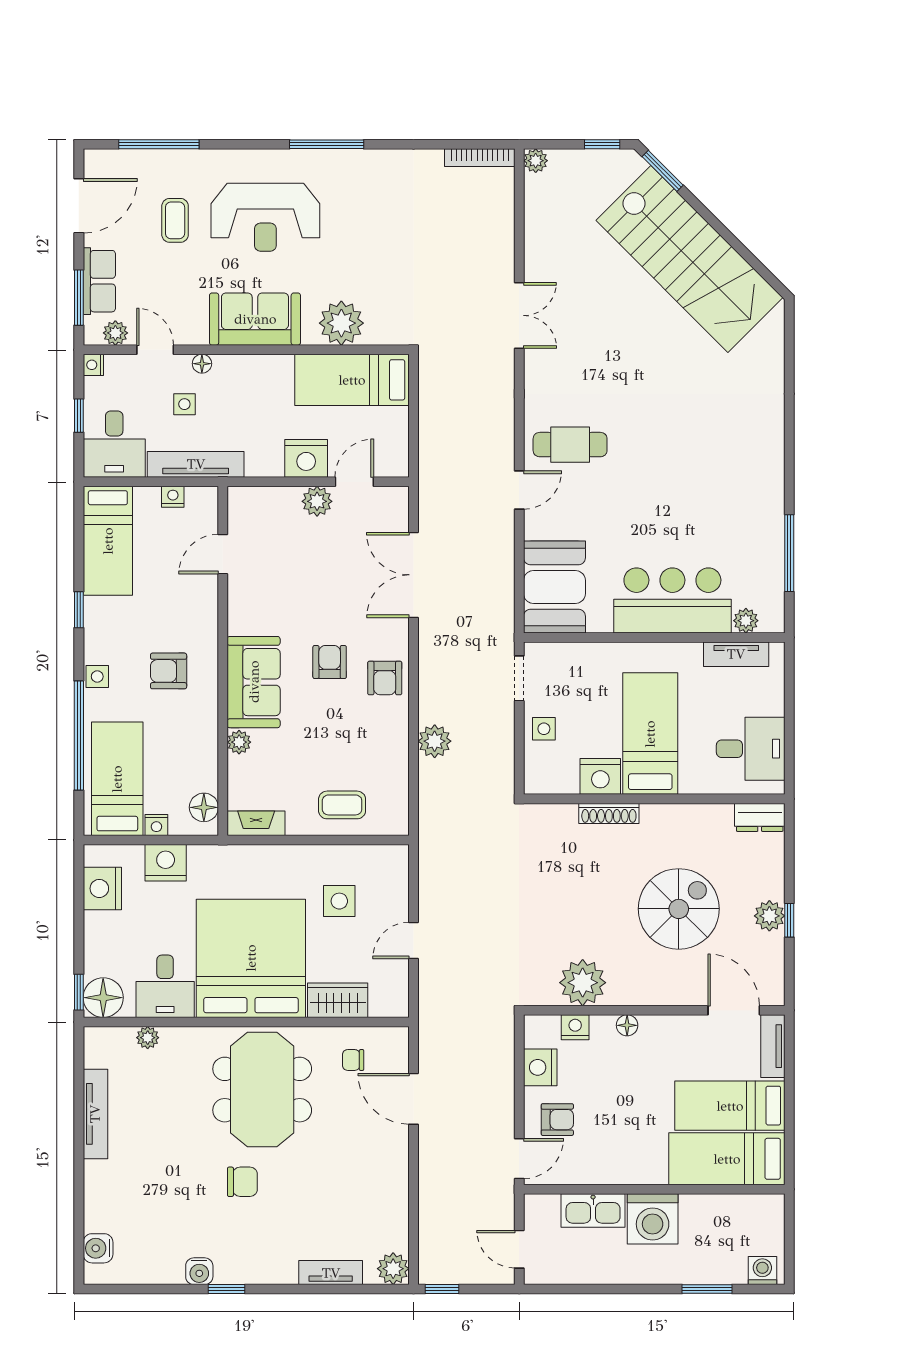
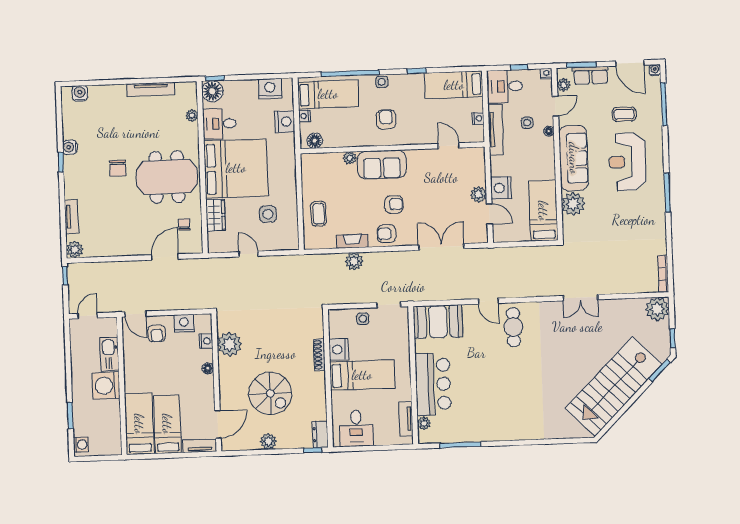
water cooler: (94, 159) -> (655, 70), added
plant: (536, 161) -> (657, 309), width x1.87, depth x1.87
sofa: (255, 319) -> (574, 158), width x1.36
fireplace: (256, 823) -> (352, 241), moved, turned -90
window: (789, 920) -> (313, 450), moved

